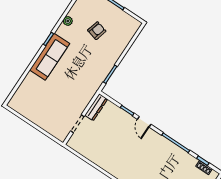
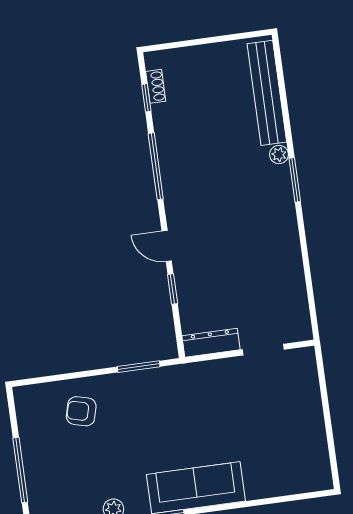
armchair: (97, 31) -> (81, 411), moved
door: (144, 122) -> (167, 246), swing flipped

